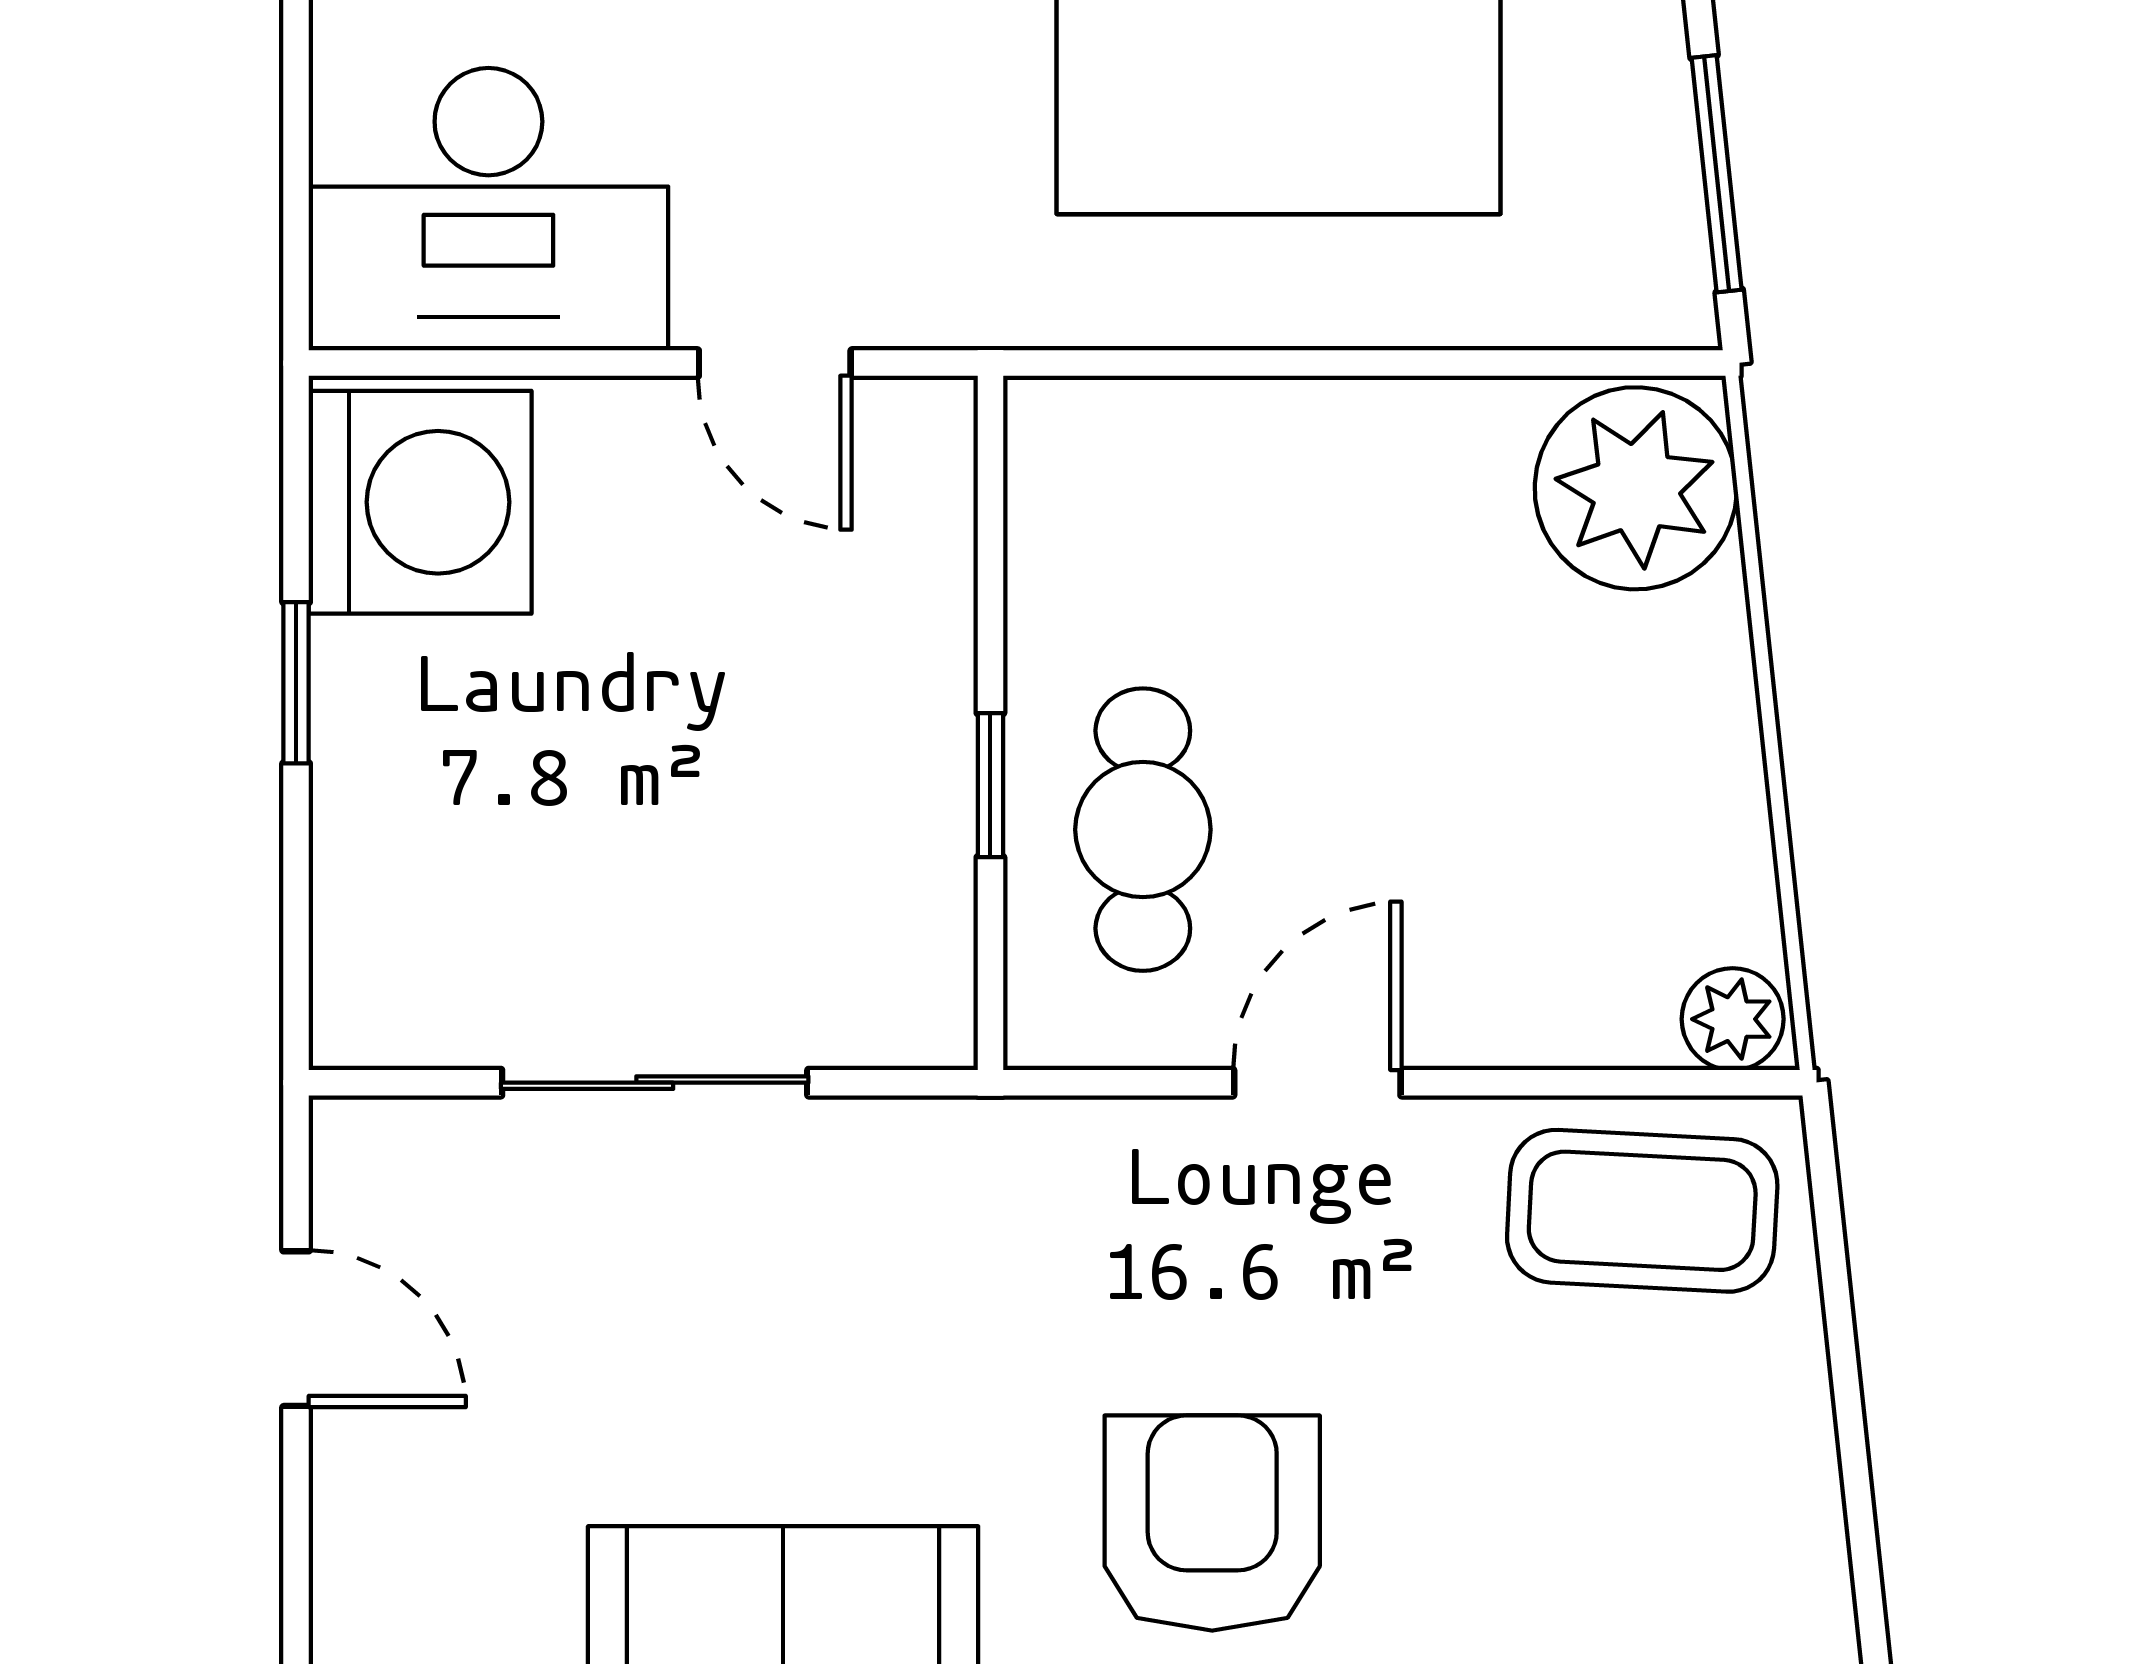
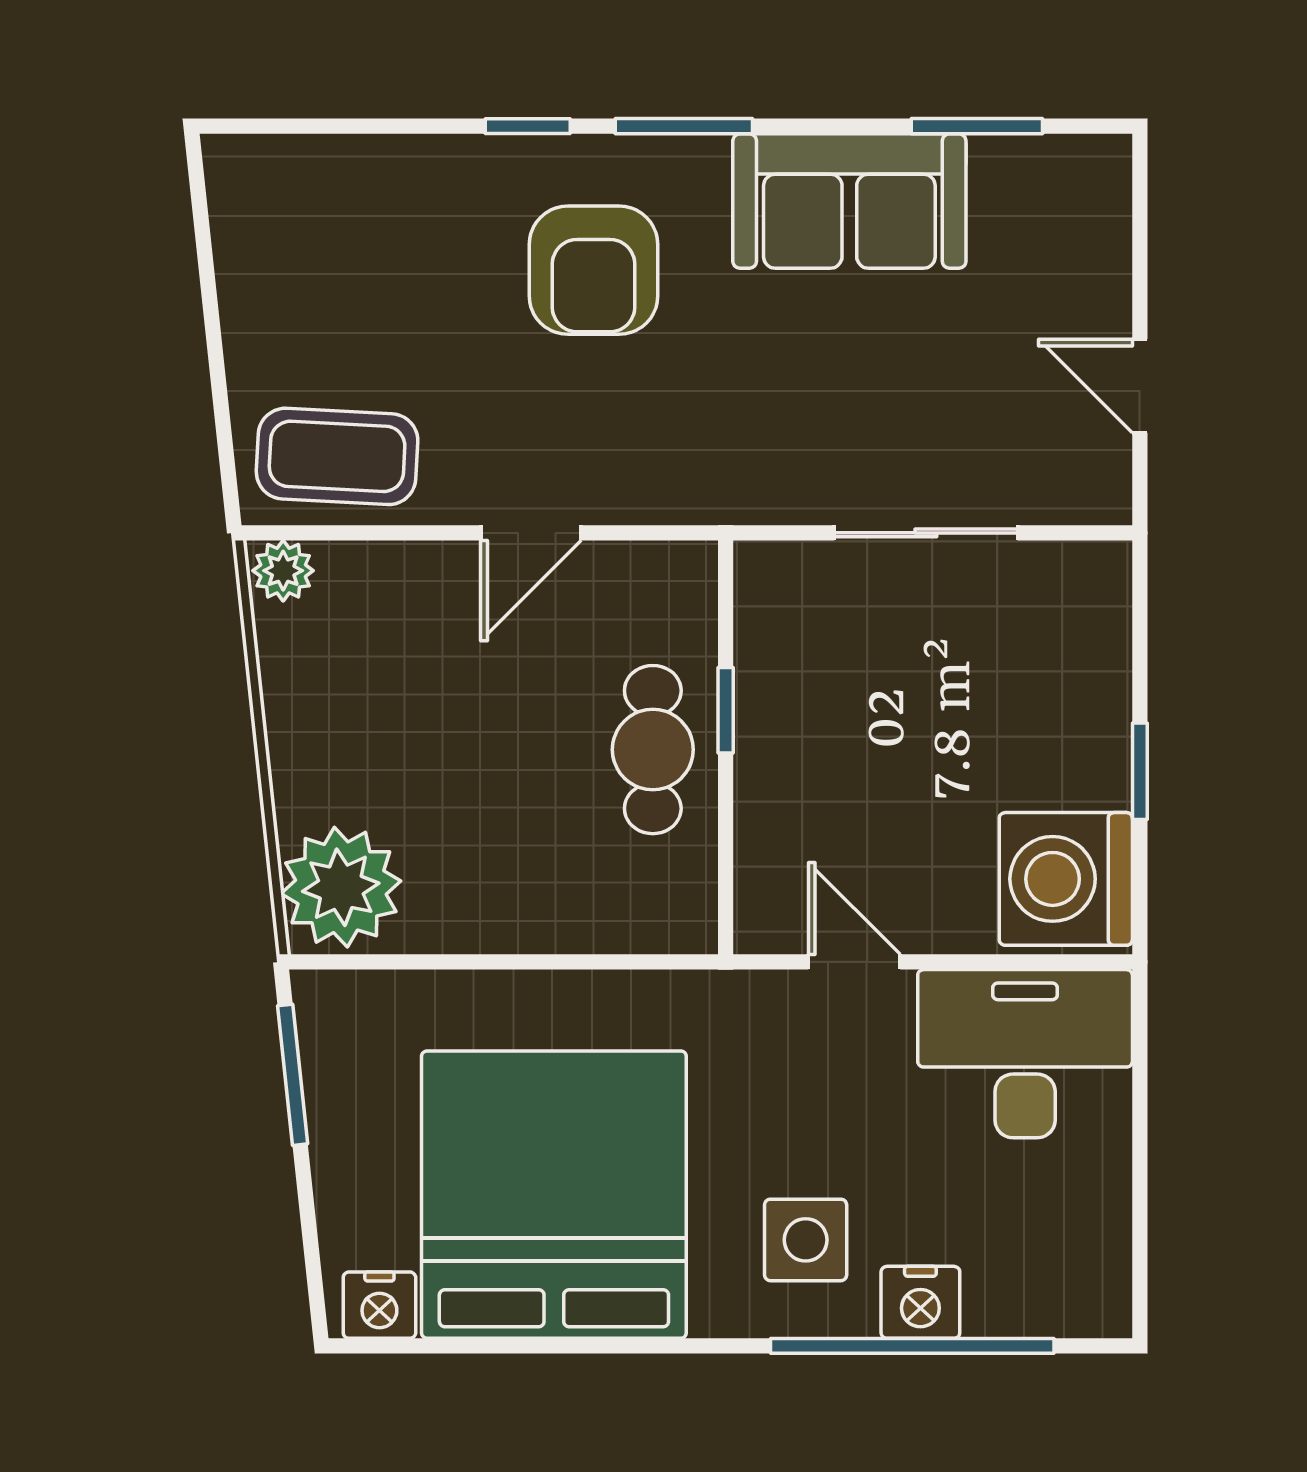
cafe table: (1143, 830) -> (653, 750), moved

